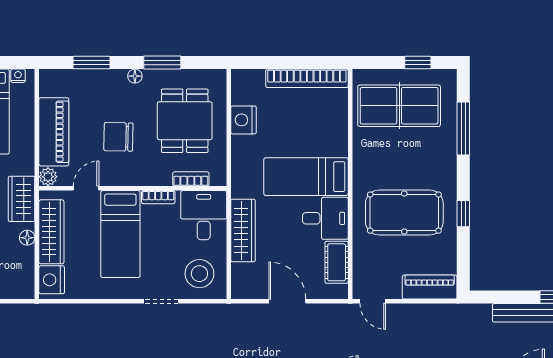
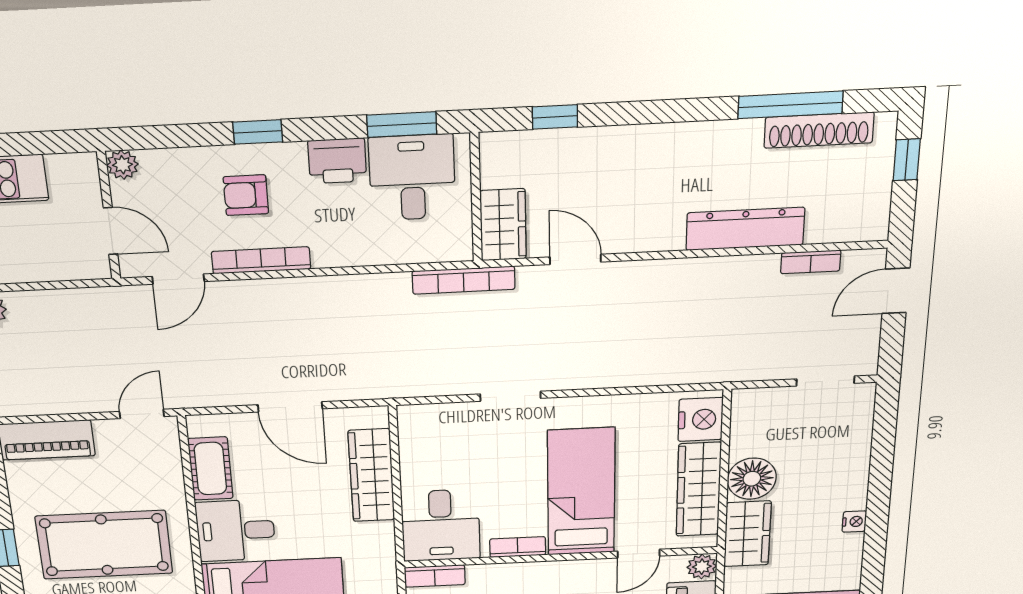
bookcase: (191, 179) -> (435, 576), moved
wardrobe: (243, 230) -> (371, 475), moved
floor lamp: (27, 238) -> (752, 479), width x1.89, depth x1.89
stool: (199, 274) -> (445, 441), removed
door: (373, 301) -> (142, 414), hinge flipped

